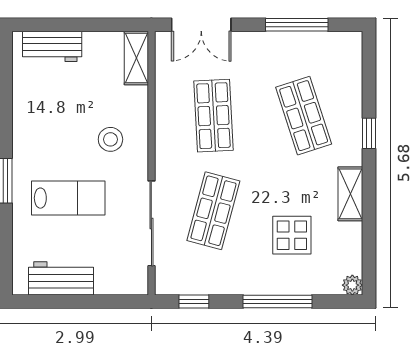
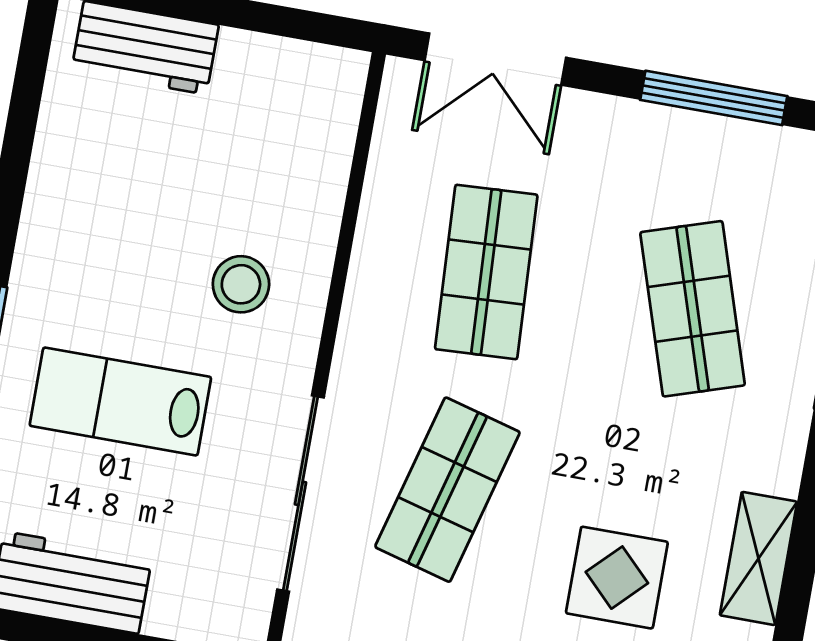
shelving: (136, 58) -> (333, 109), removed
shelving: (350, 194) -> (759, 558), moved
lab bench: (68, 198) -> (120, 401), turned 180

